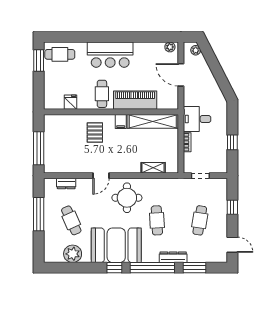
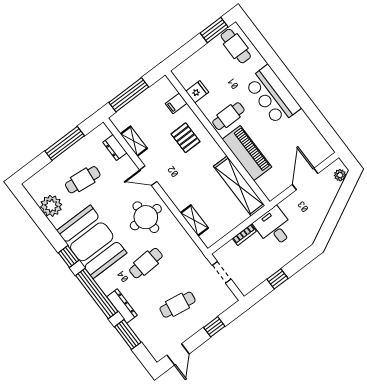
plant: (170, 47) -> (324, 148), removed
filing cabinet: (121, 122) -> (176, 103), moved
pallet: (95, 133) -> (186, 138), turned 90
shelving: (71, 168) -> (134, 141), added
cafe table: (71, 220) -> (83, 180), turned 30

